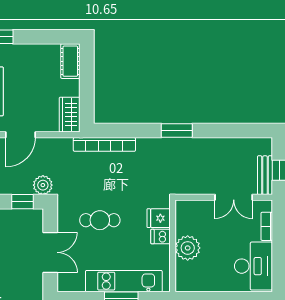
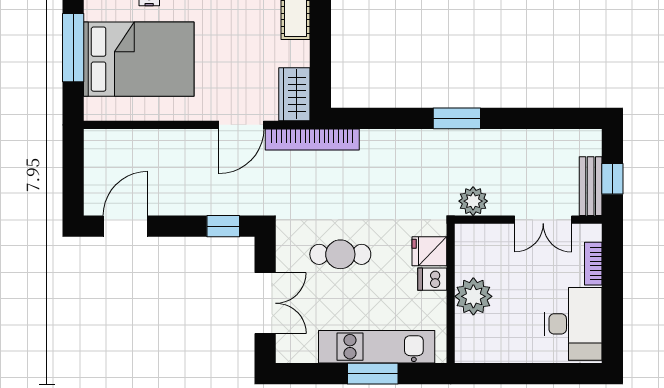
door: (20, 135) -> (241, 125), moved
bookcase: (104, 144) -> (312, 140), moved
plant: (43, 185) -> (473, 201), moved

